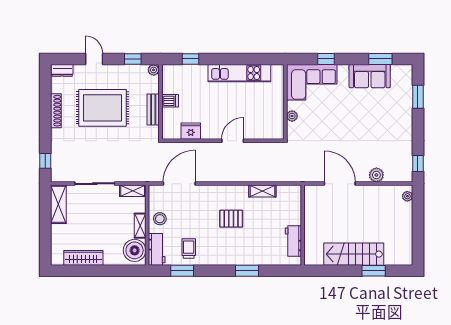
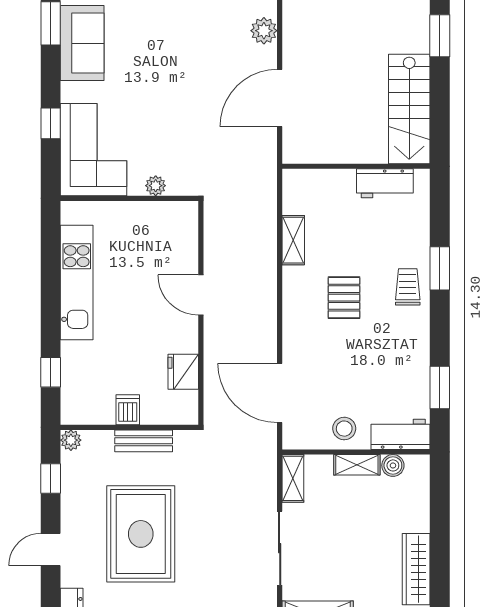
trolley: (189, 249) -> (408, 287), moved, turned 90
boiler: (135, 250) -> (393, 465), width x0.54, depth x0.54
stairs: (354, 254) -> (409, 109), moved

